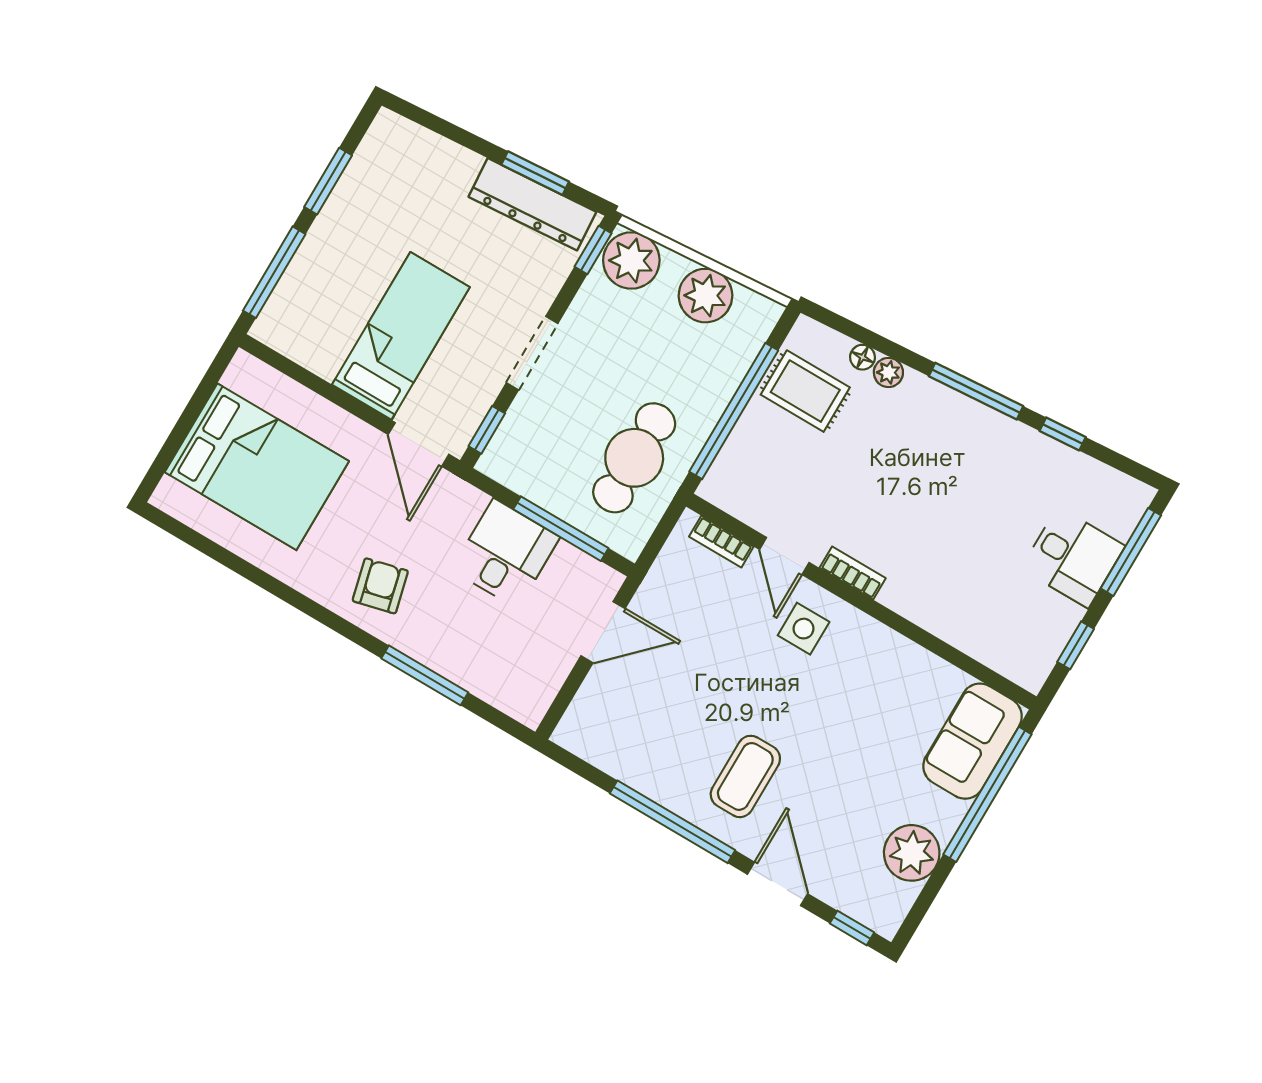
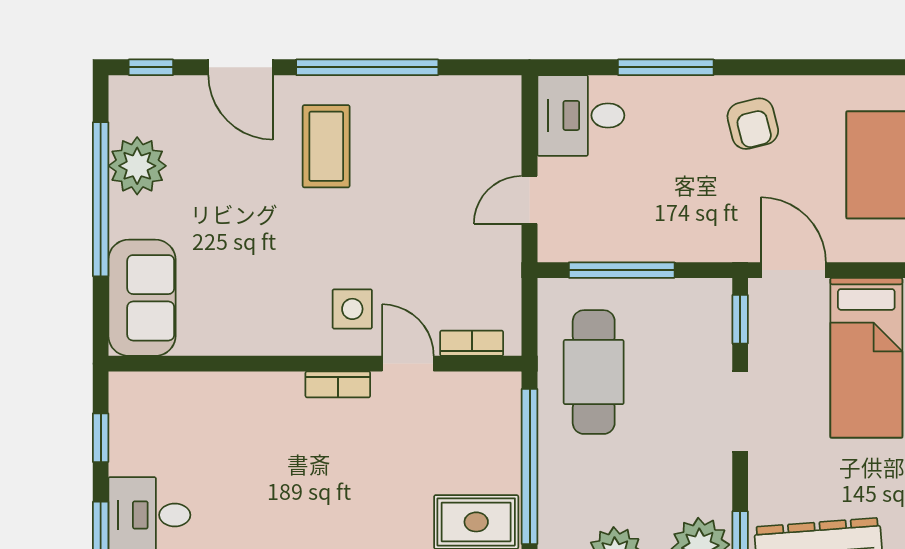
desk: (506, 553) -> (581, 115), moved, turned 90
door: (603, 632) -> (530, 200), width x0.73
window: (987, 794) -> (101, 199), moved

